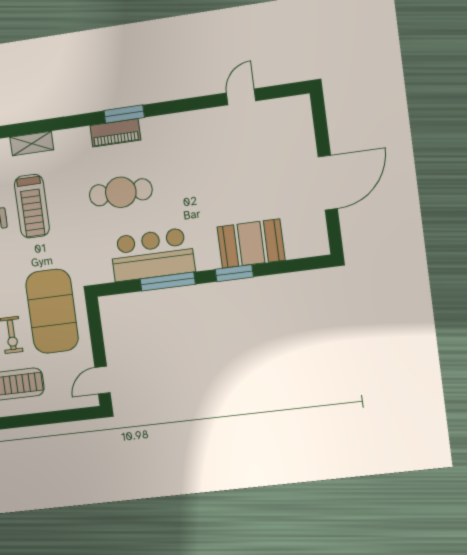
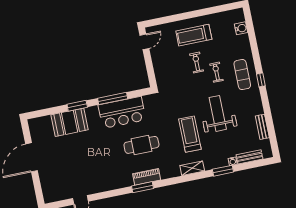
exercise mat: (52, 311) -> (175, 77), removed

